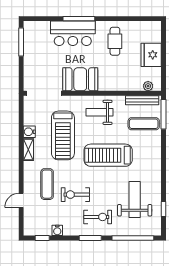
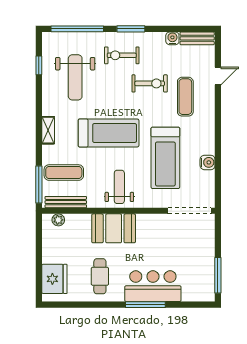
fridge: (151, 55) -> (54, 279), moved
booth: (80, 79) -> (114, 228), moved
weight bench: (99, 112) -> (119, 187), turned -90
treadmill: (63, 135) -> (165, 158), turned 180
shelving: (28, 150) -> (48, 130), moved
bench: (38, 230) -> (197, 38), added
window: (42, 238) -> (191, 29), removed

